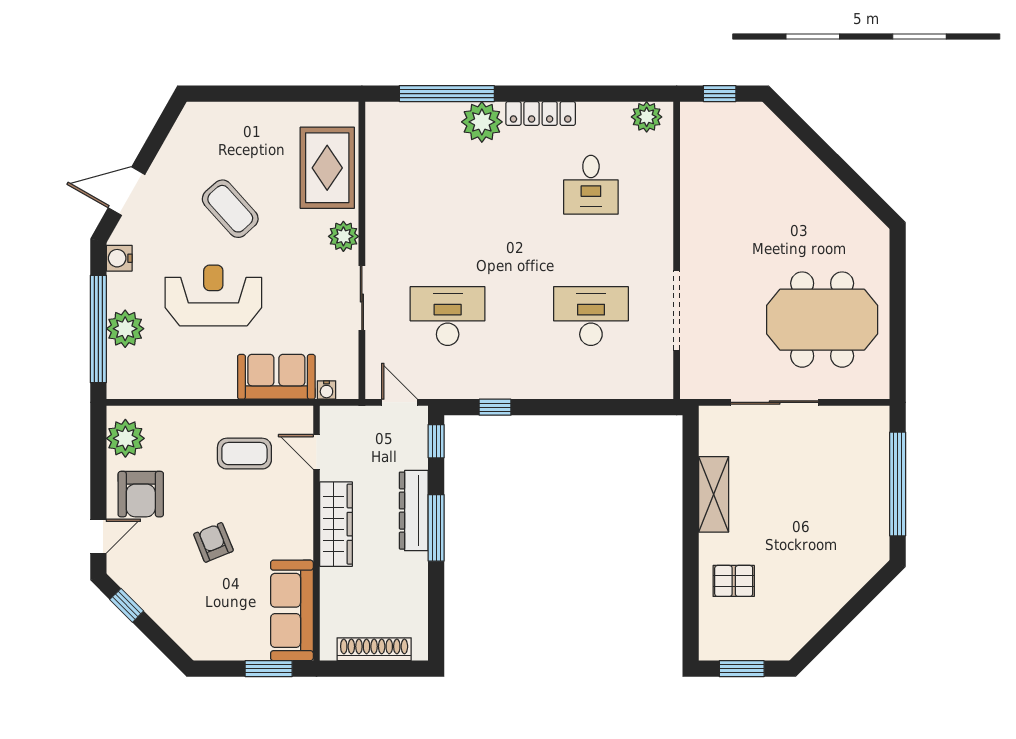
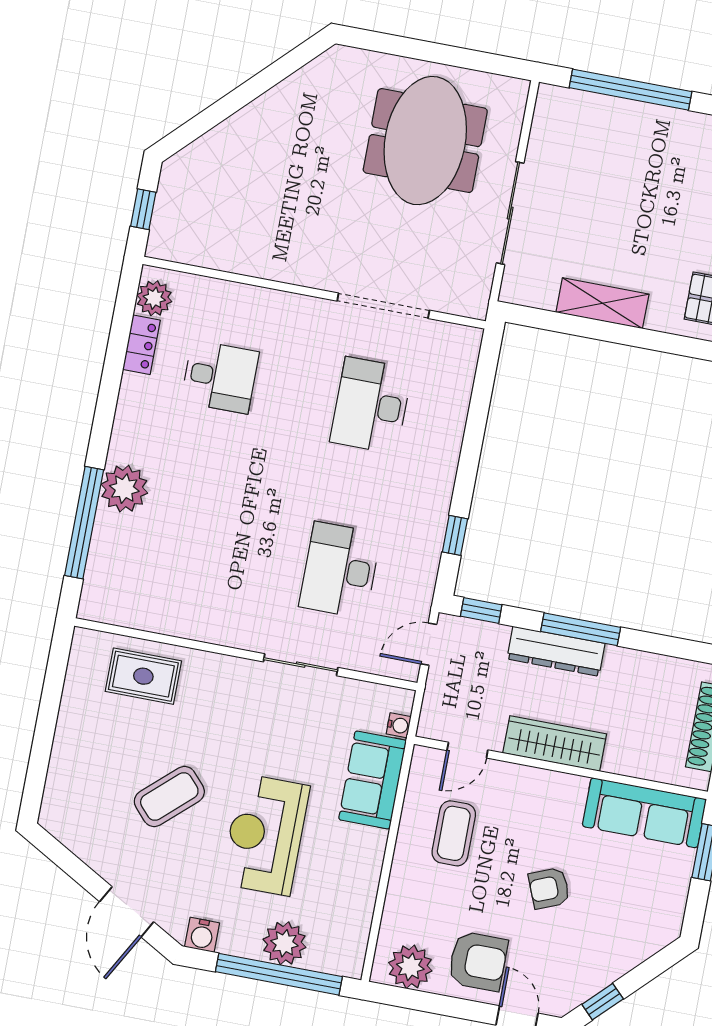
locker: (541, 113) -> (141, 345), moved, width x0.66
rug: (327, 168) -> (143, 676), width x0.73, depth x0.70
plant: (343, 236) -> (226, 672), removed

